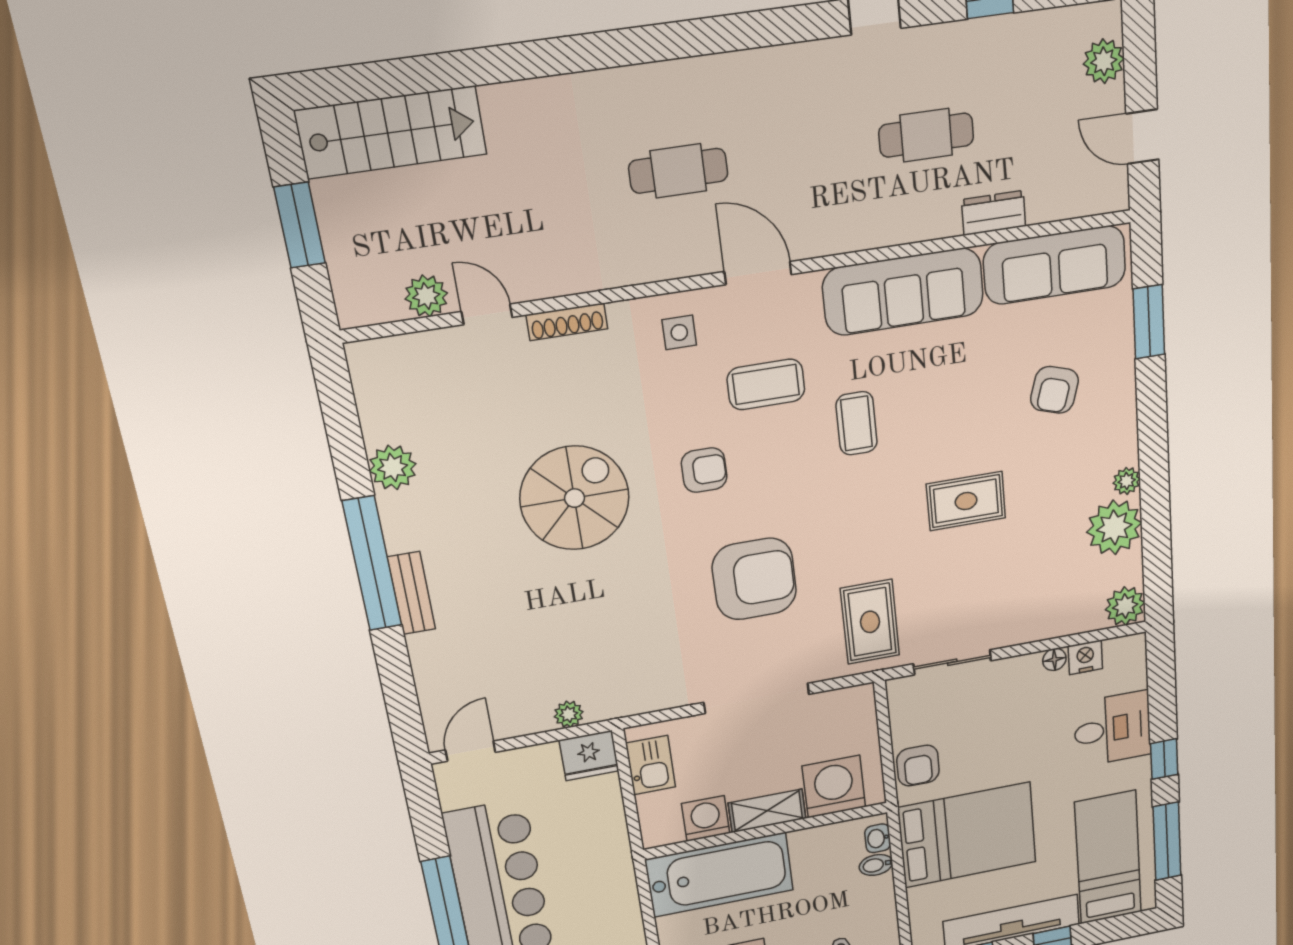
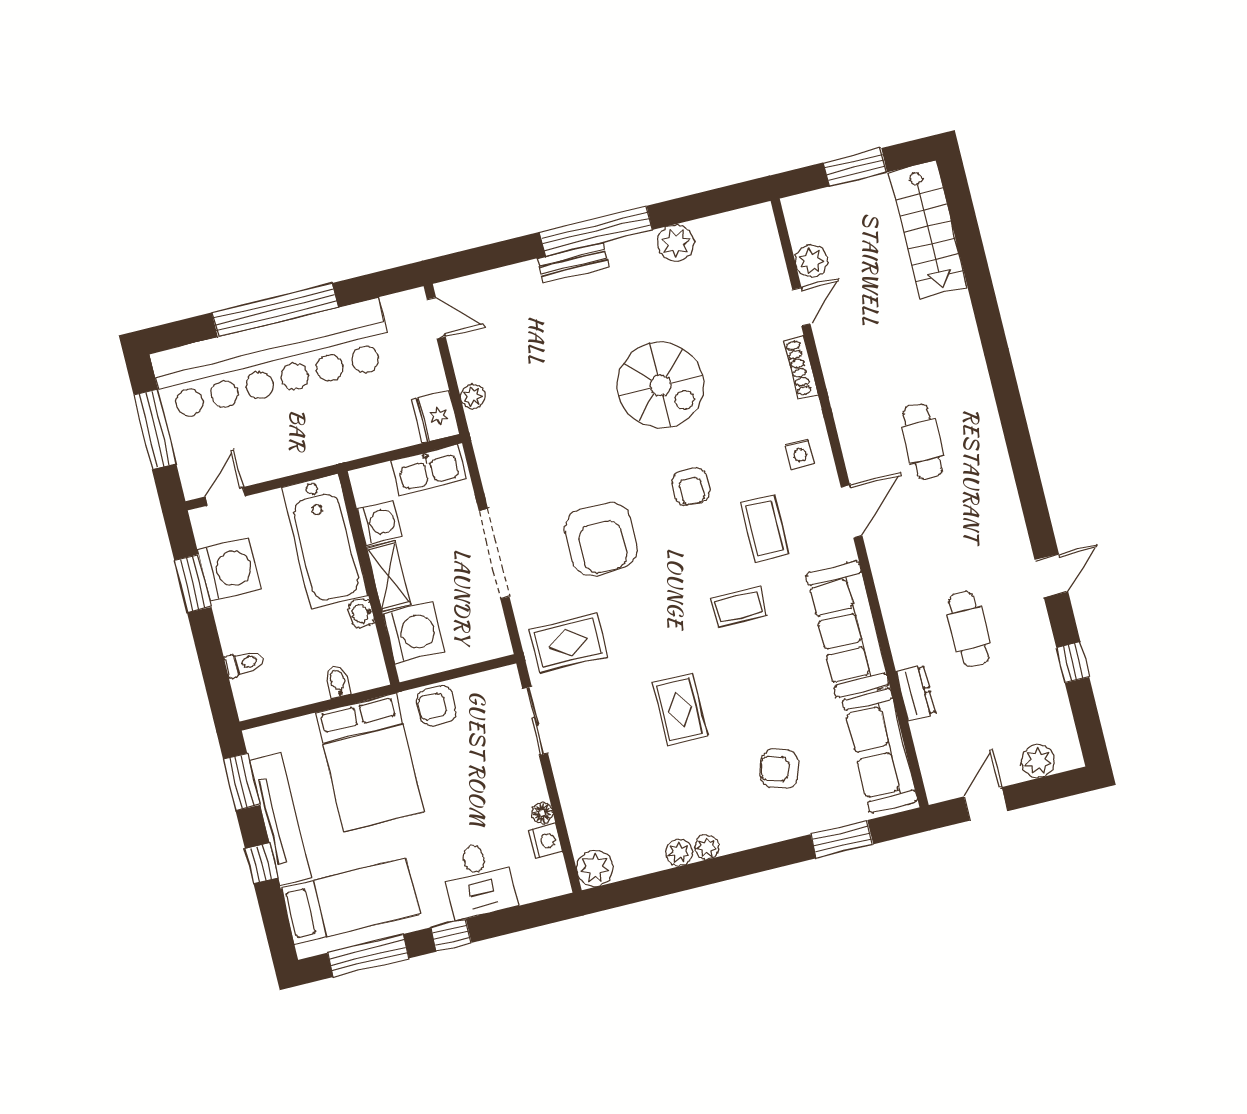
plant: (1114, 527) -> (679, 853), width x0.53, depth x0.53
kitchen sink: (651, 765) -> (429, 470), width x1.38
washbasin: (878, 838) -> (361, 613), moved, turned -90

